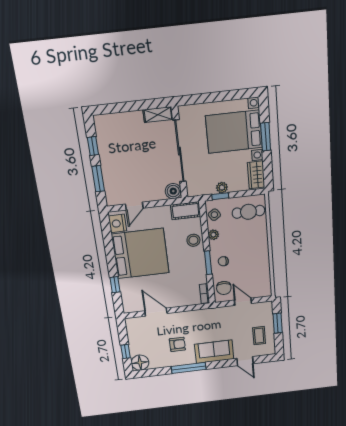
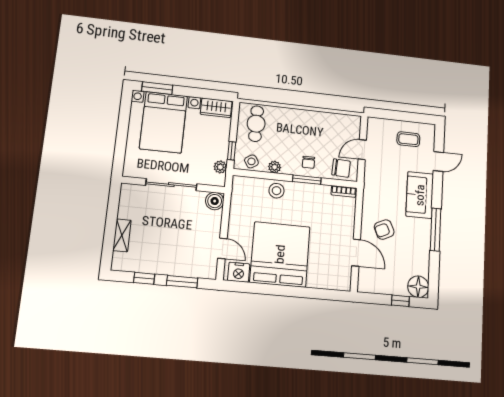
shelving: (158, 115) -> (122, 235), moved
window: (266, 137) -> (157, 88), moved
sliding door: (179, 151) -> (171, 185), width x0.73
plant: (222, 188) -> (220, 167), moved
cot: (186, 211) -> (240, 192), removed
window: (115, 285) -> (312, 293), removed
door: (156, 312) -> (356, 253), swing flipped
window: (278, 323) -> (396, 115), removed
armchair: (177, 344) -> (384, 230), moved, turned -115

